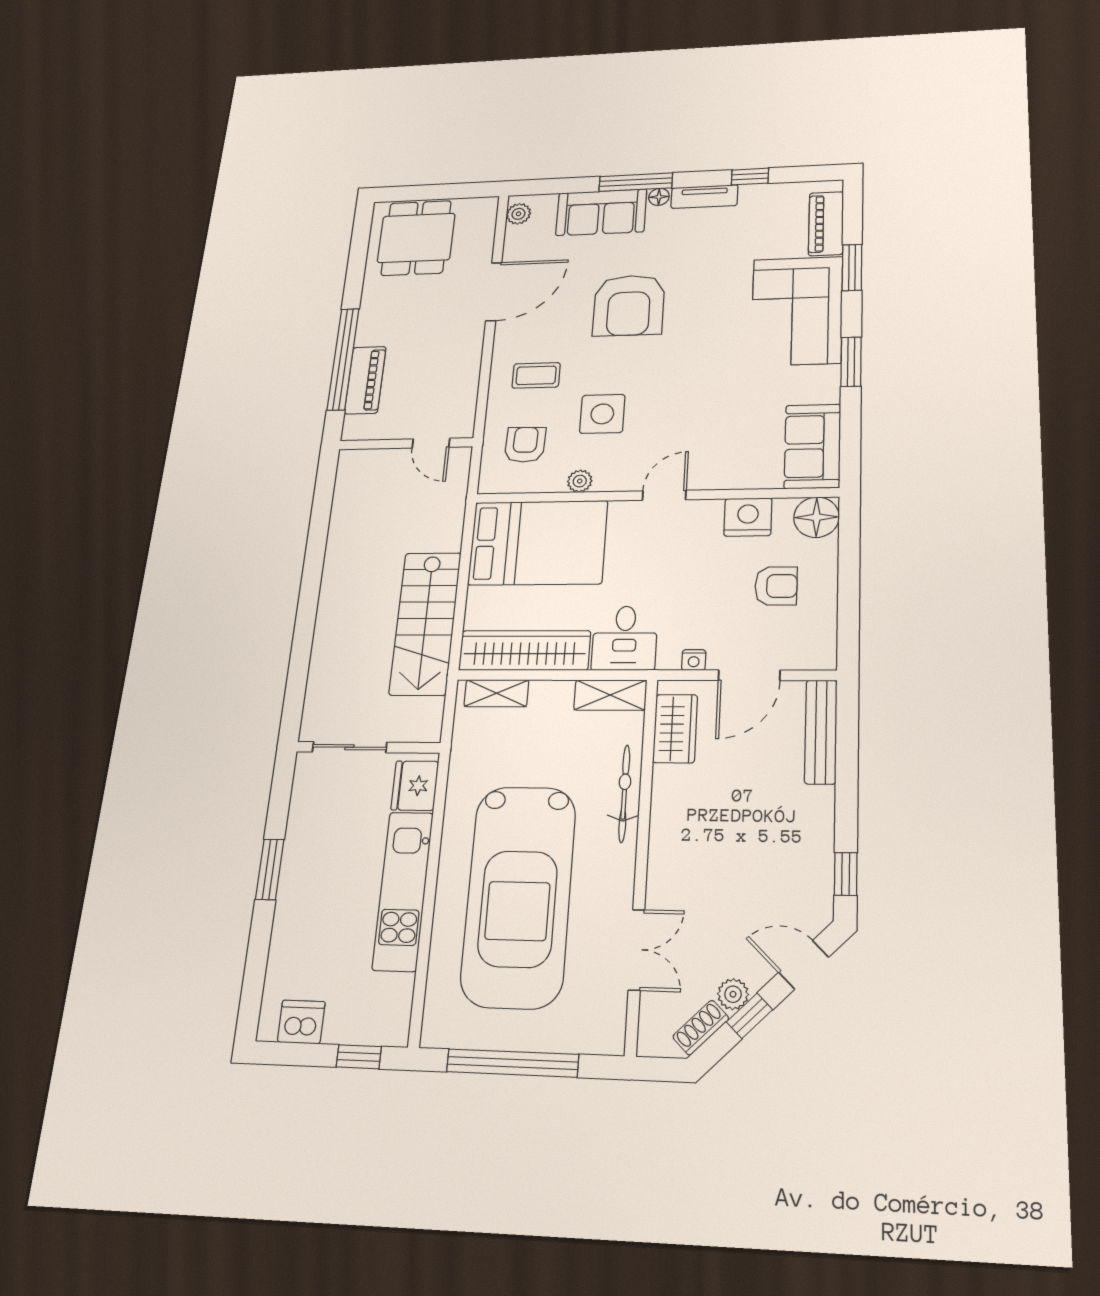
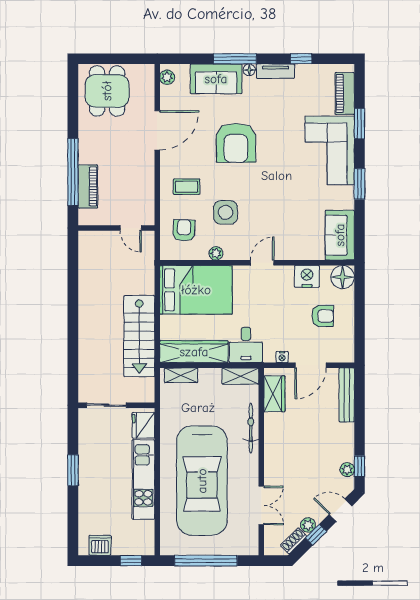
plant: (820, 880) -> (347, 470), added

